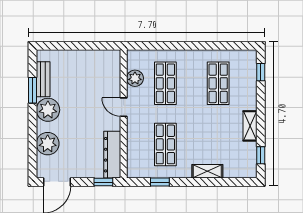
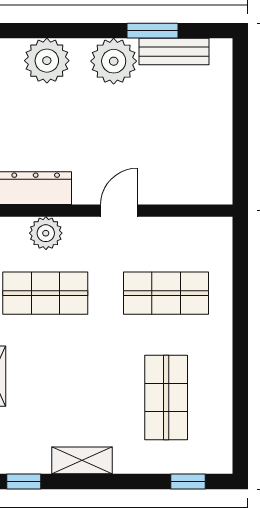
plant: (135, 78) -> (46, 233), moved
shop shelf: (218, 83) -> (166, 398), turned 90

